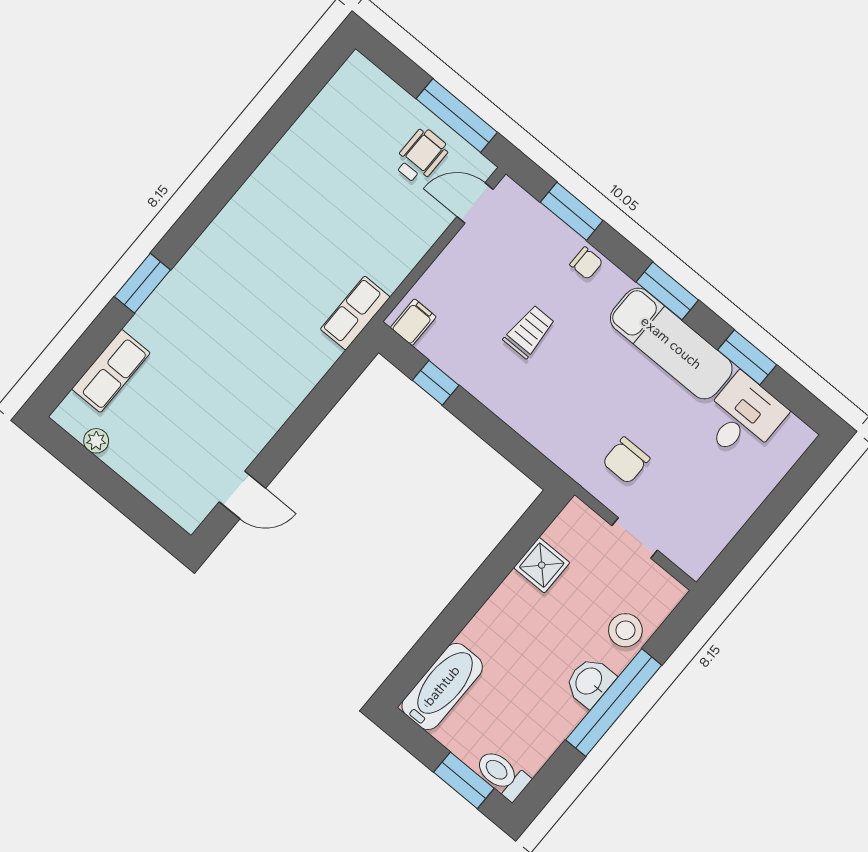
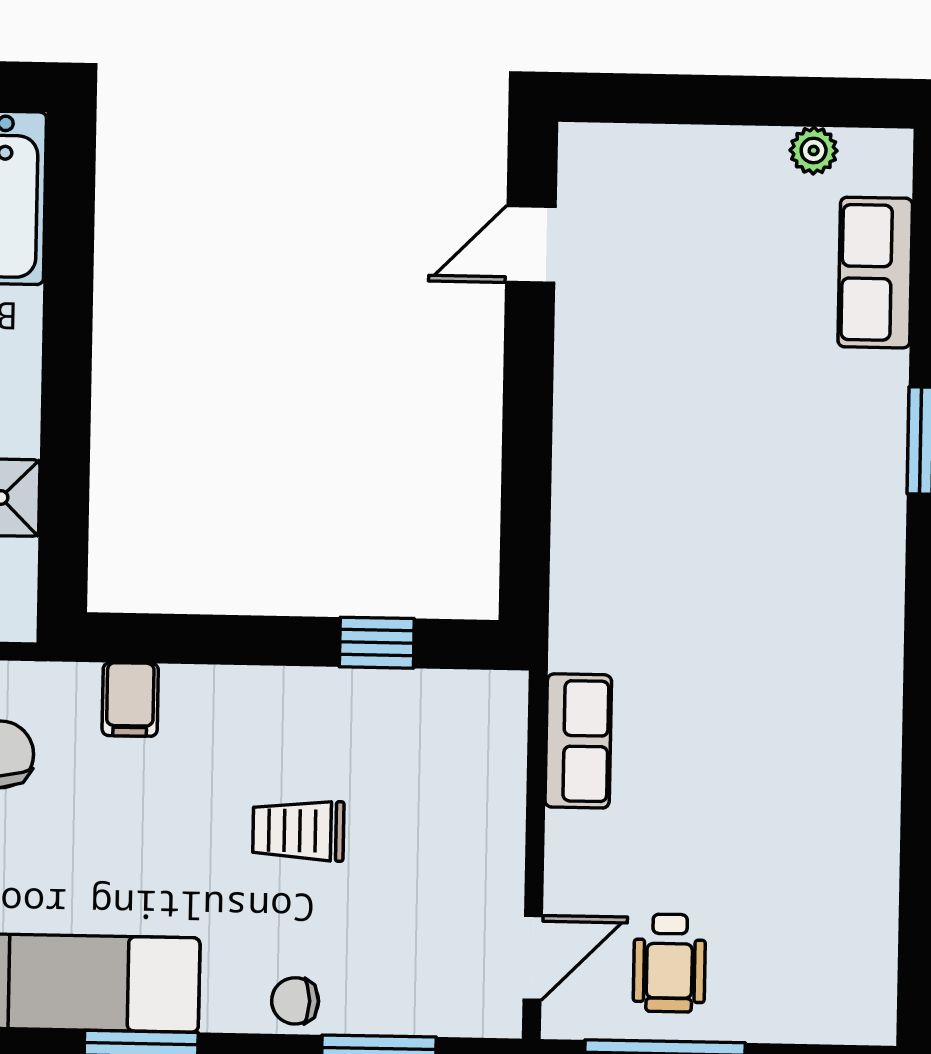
row of seats: (355, 313) -> (578, 741), moved
filing cabinet: (413, 322) -> (130, 699), moved
trolley: (529, 332) -> (298, 831), turned 90

